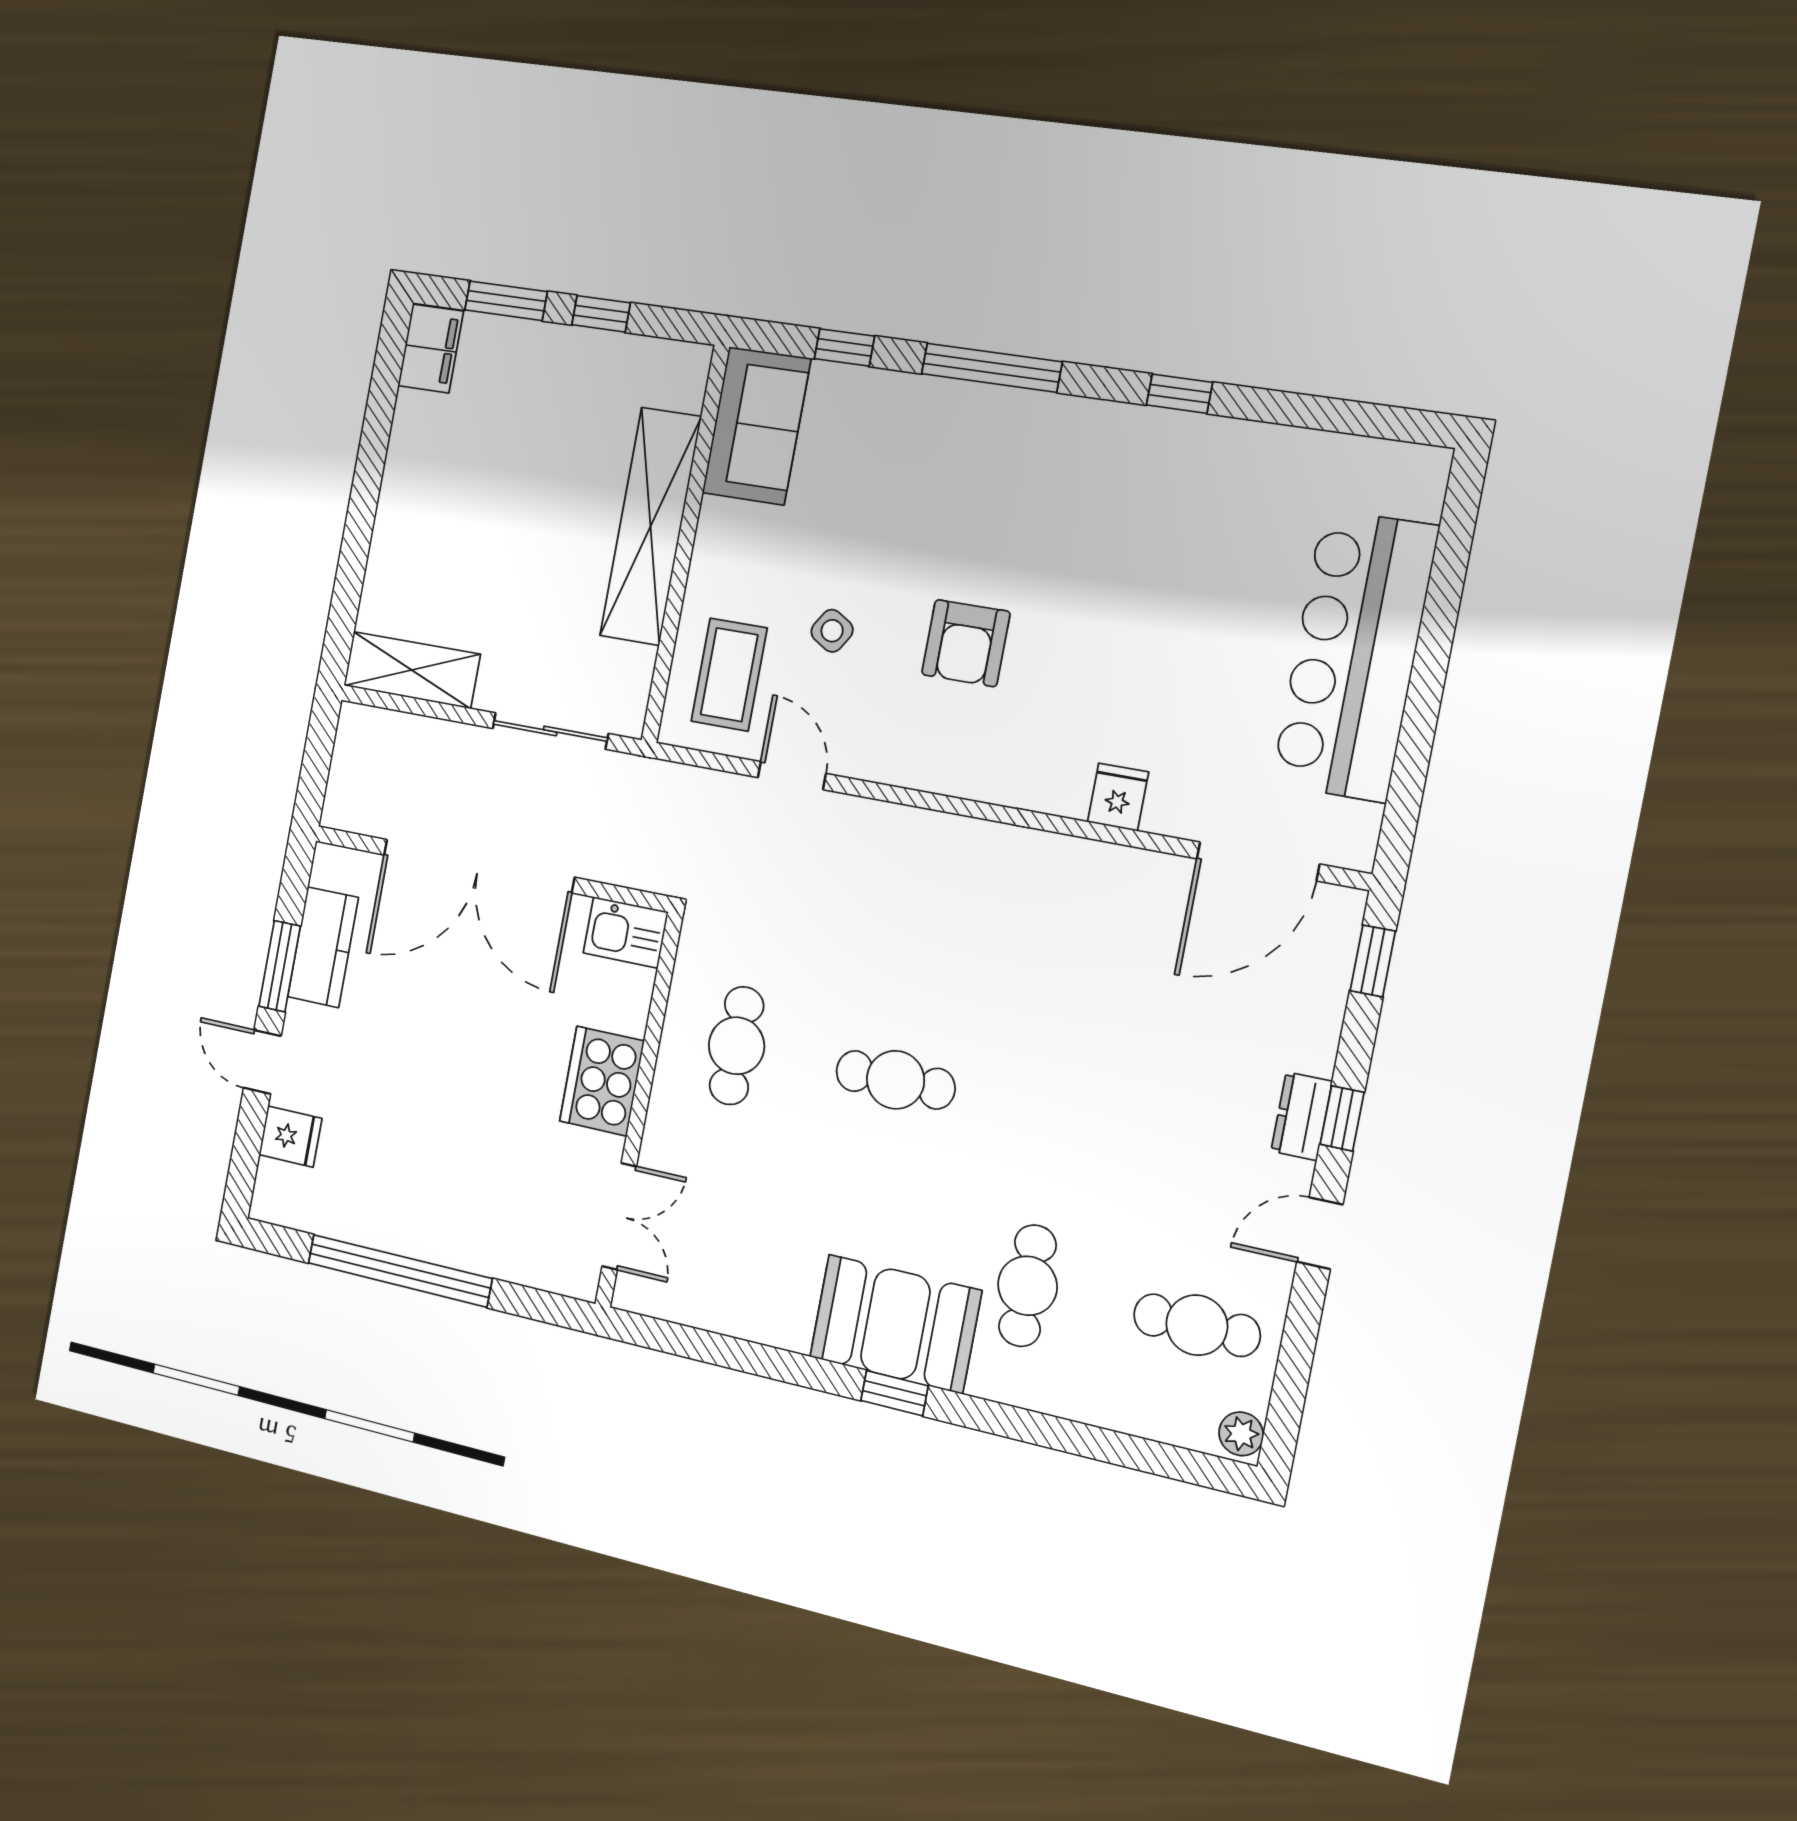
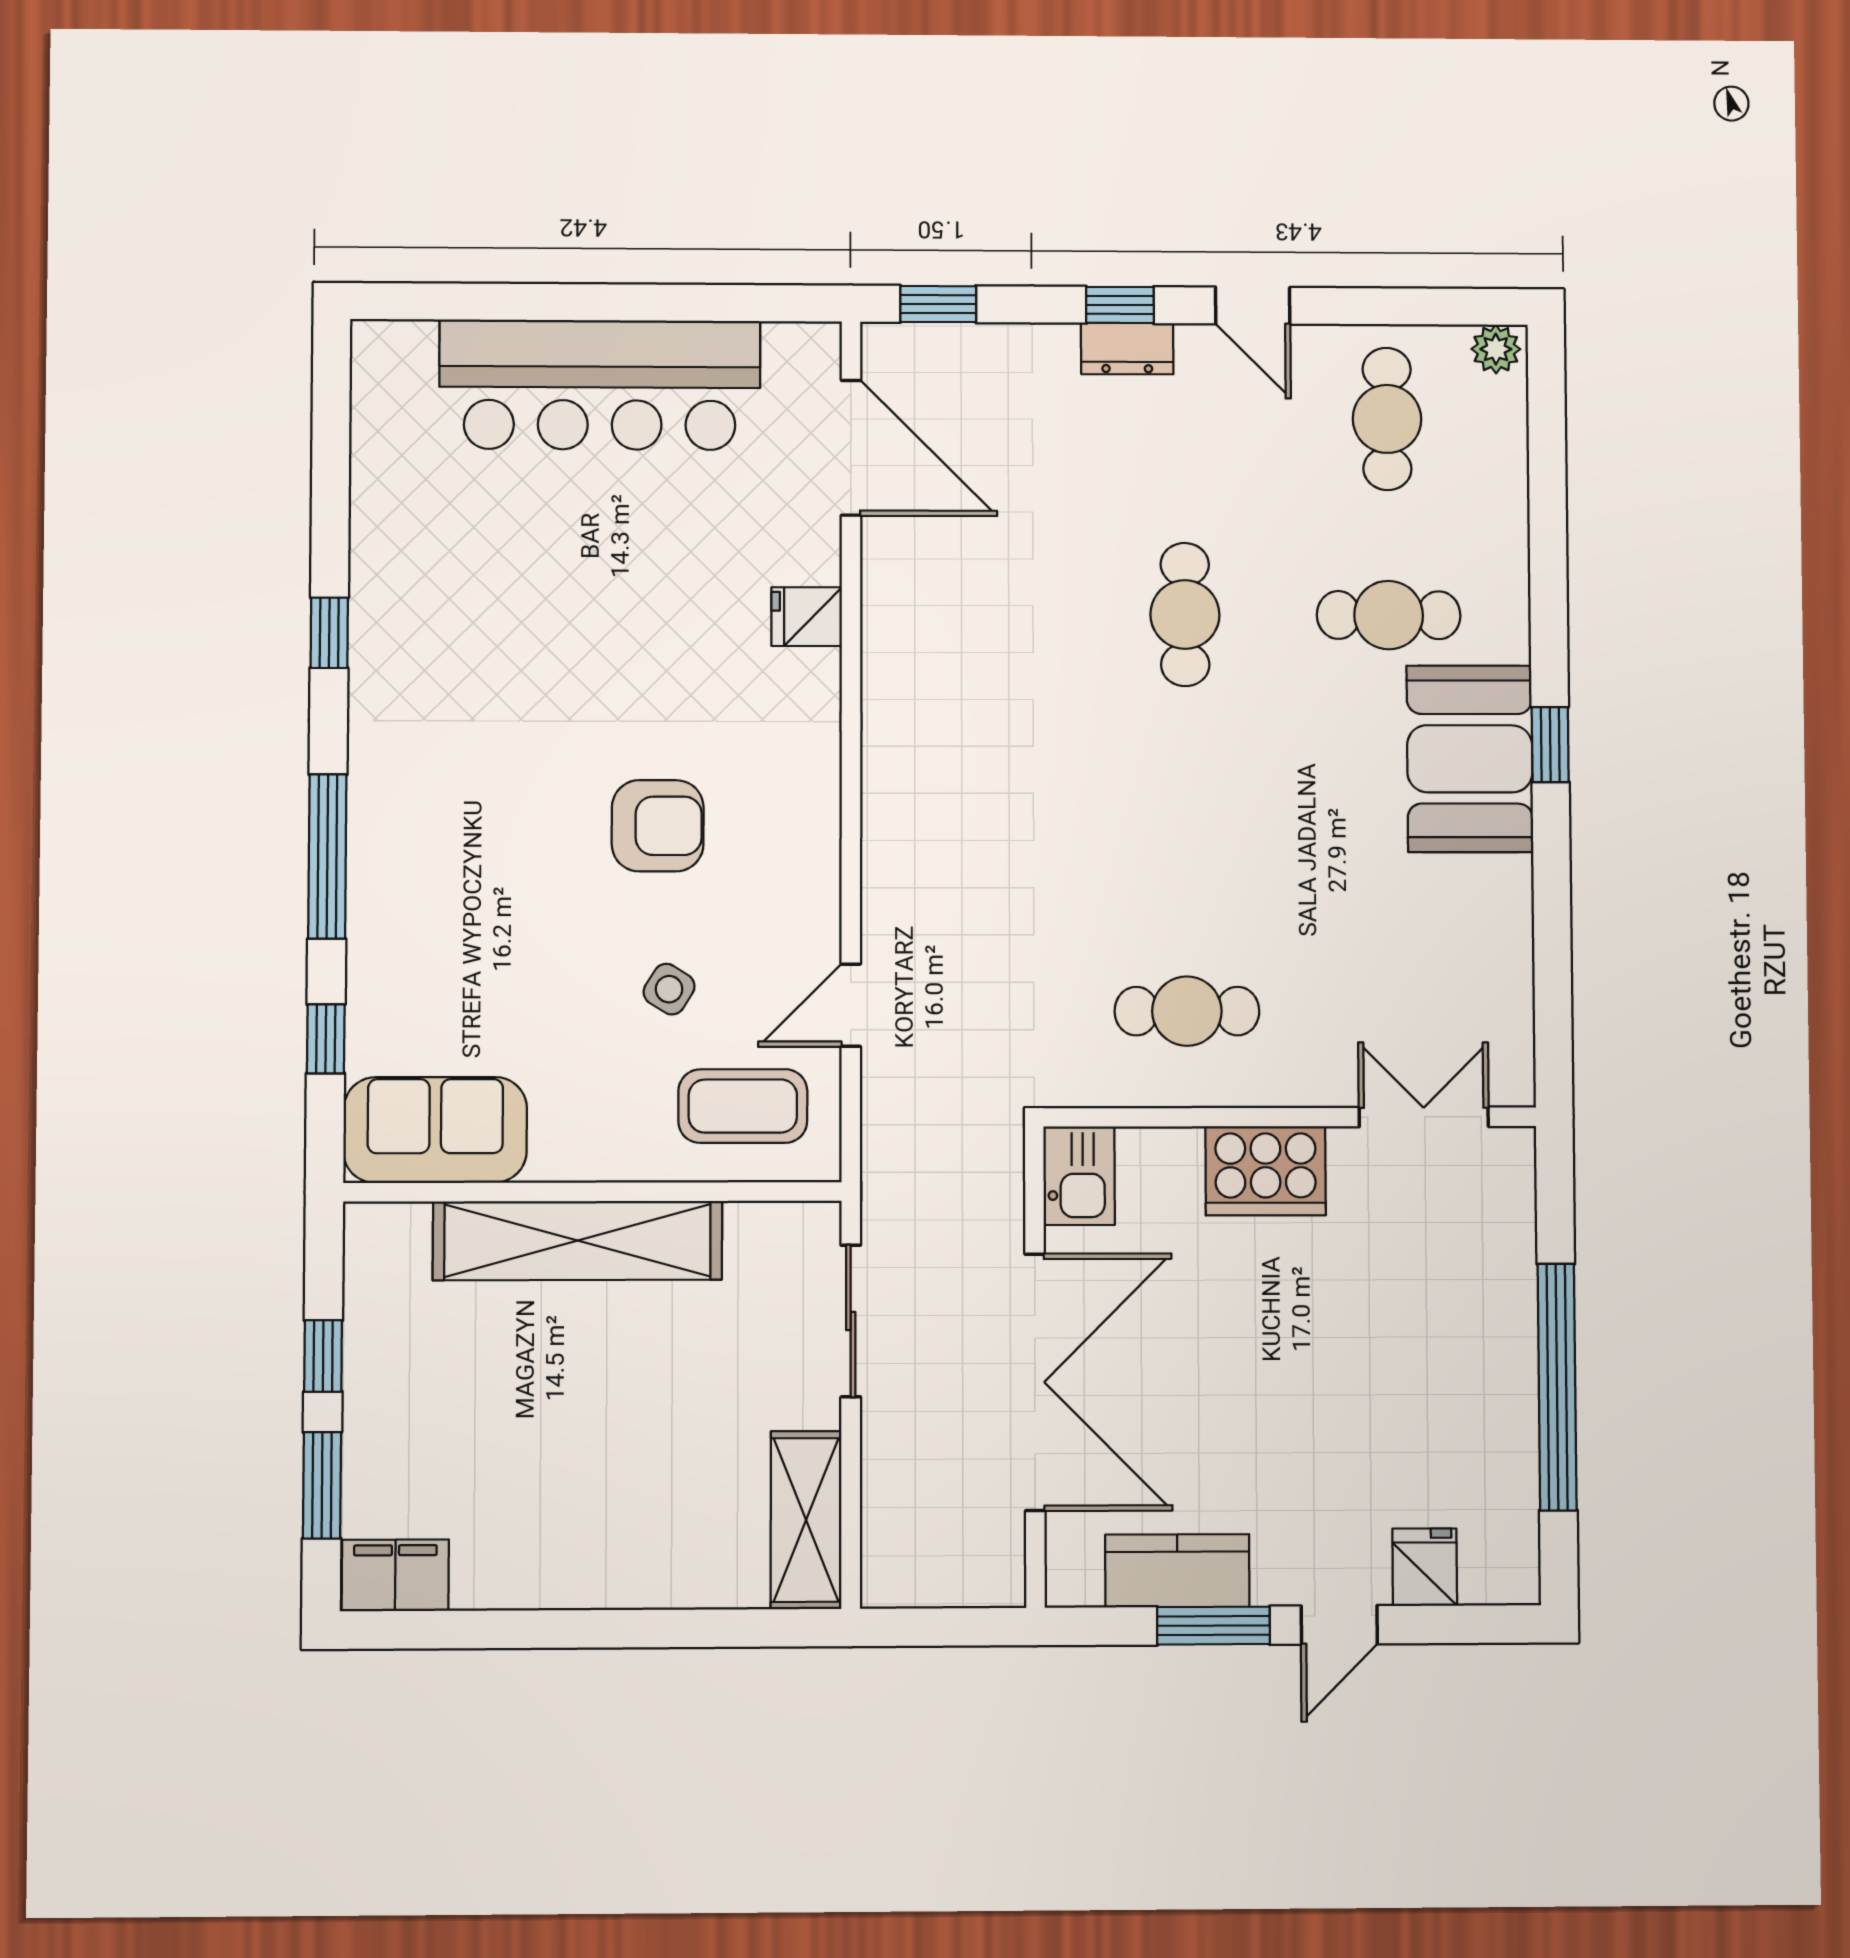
cafe table: (896, 1080) -> (1185, 615), moved

